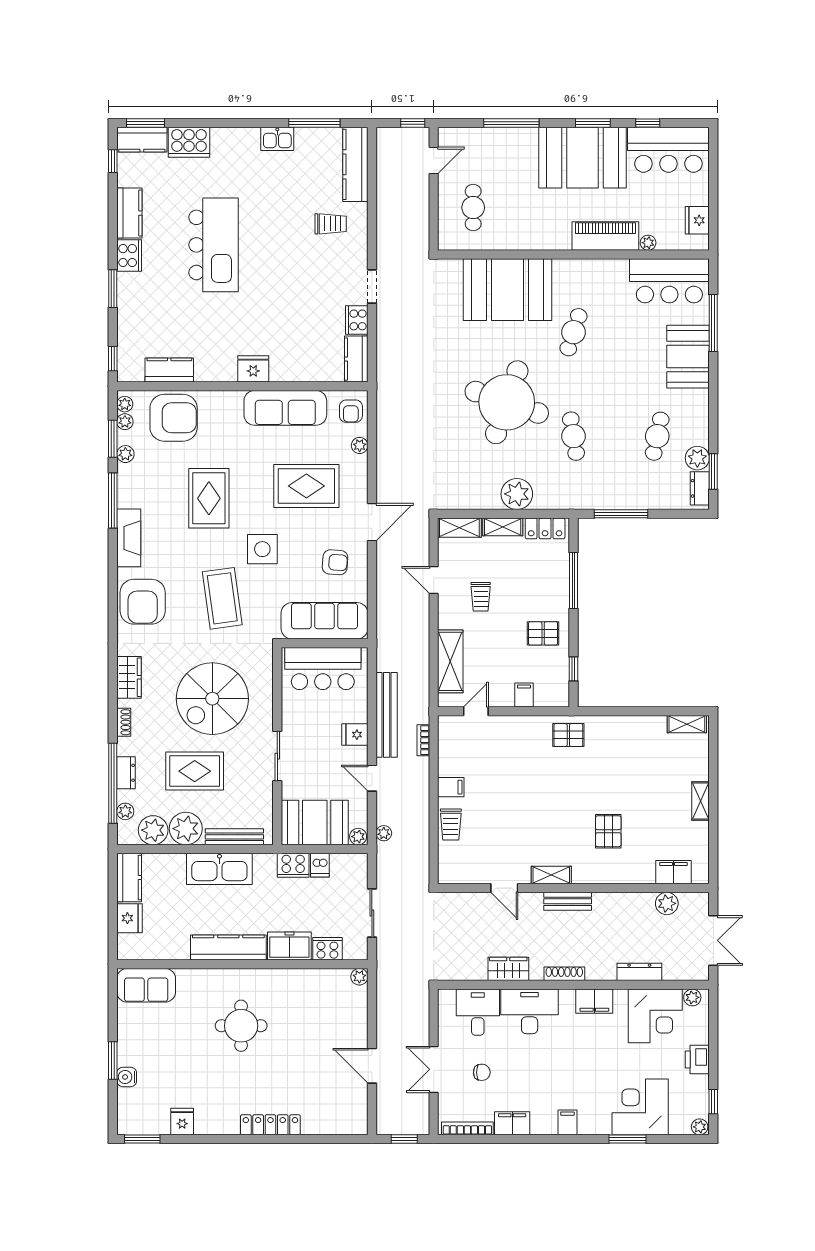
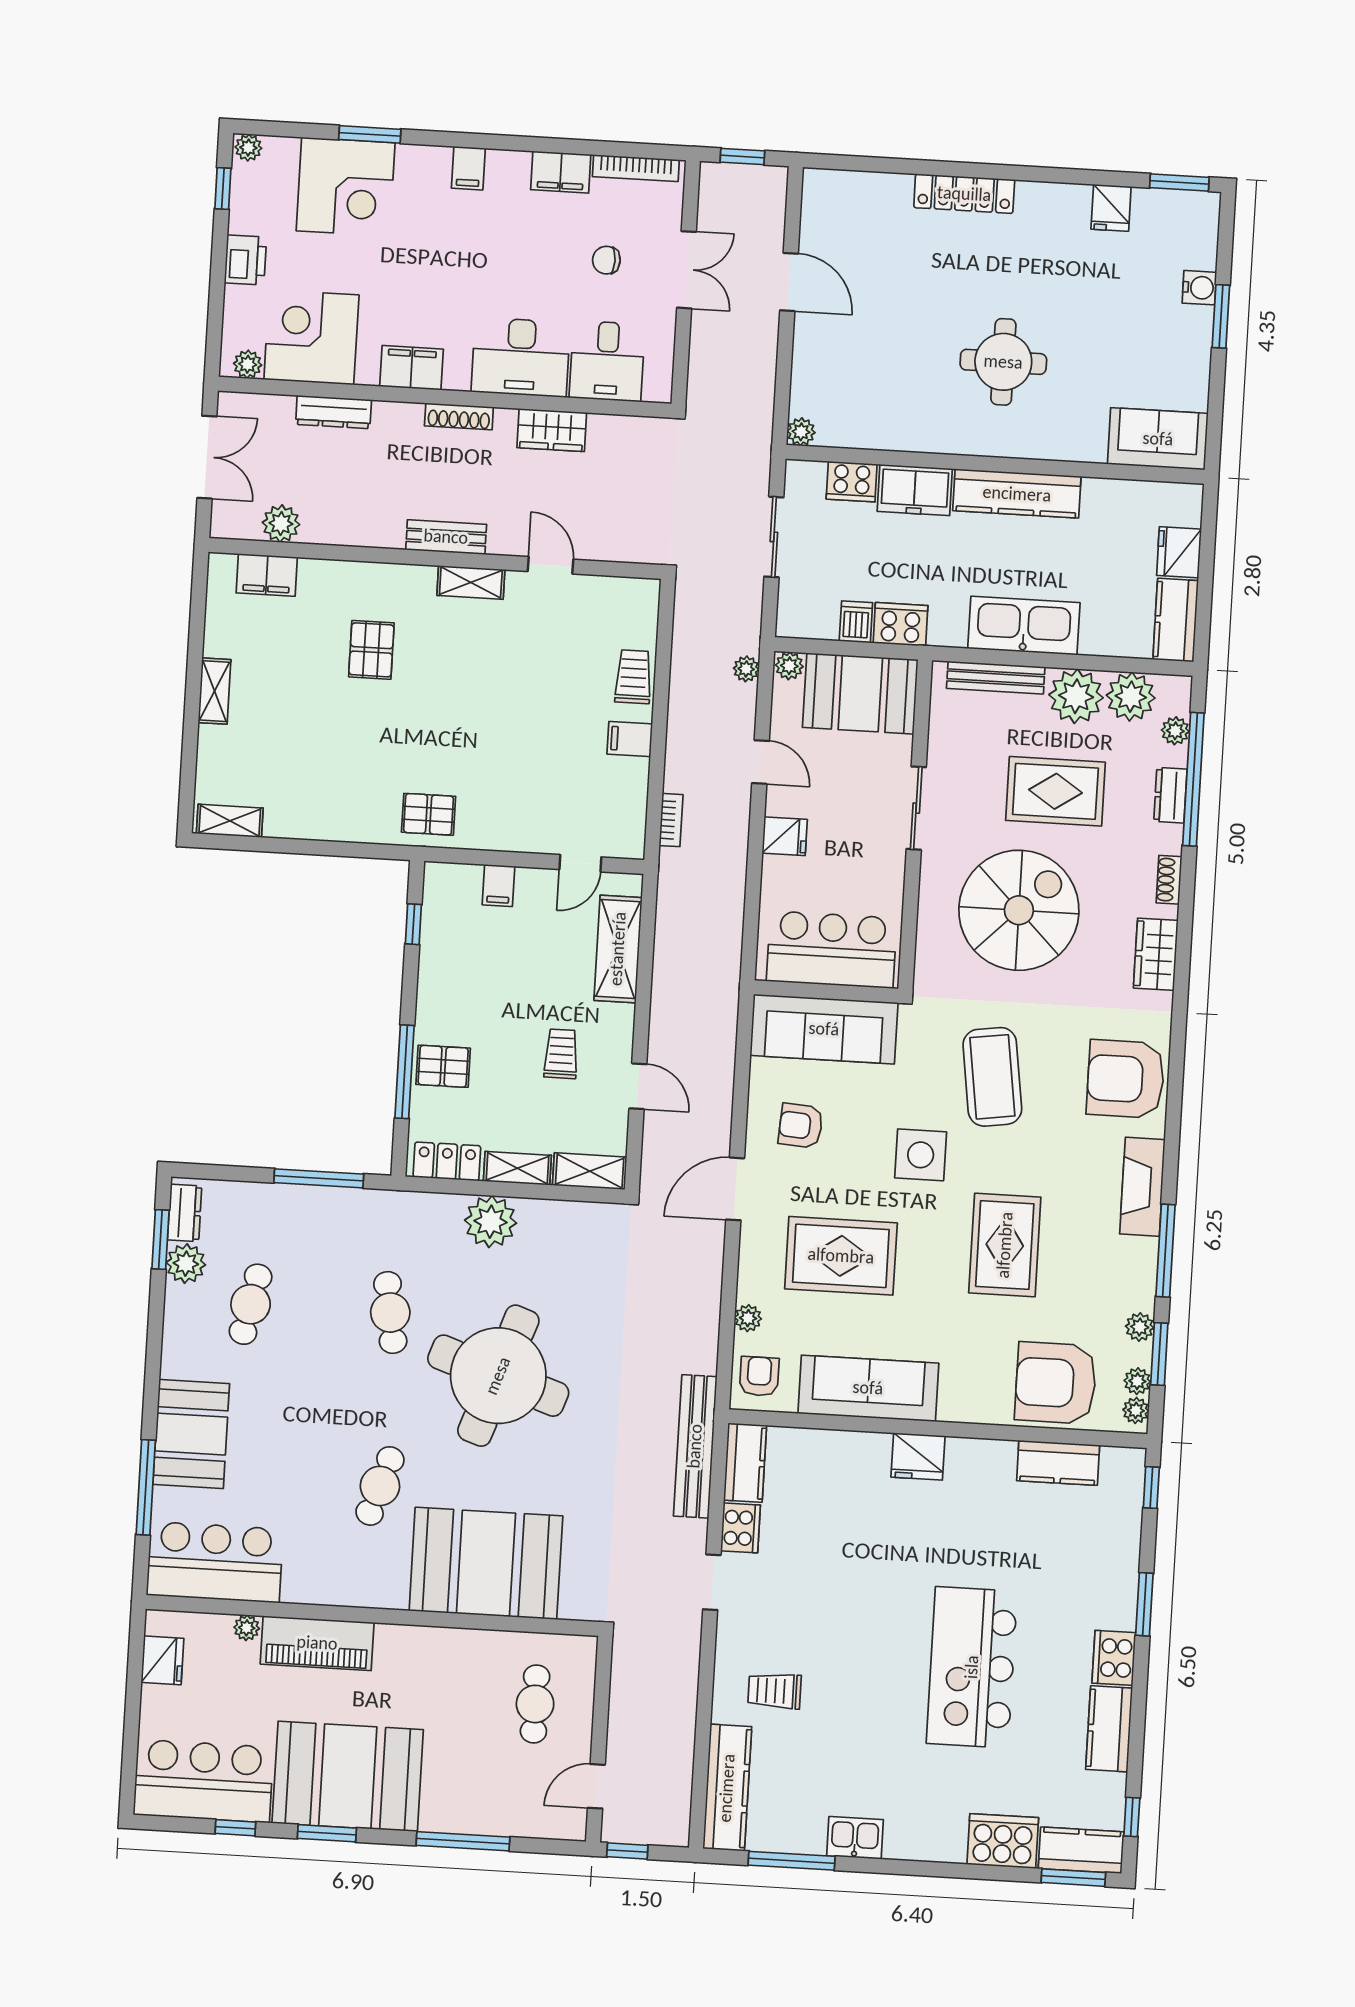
armchair: (143, 602) -> (1126, 1079), turned -90
pallet: (543, 633) -> (443, 1066), moved
bench: (387, 715) -> (695, 1446), moved
double door: (713, 940) -> (207, 457), swing flipped

